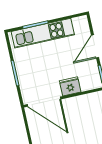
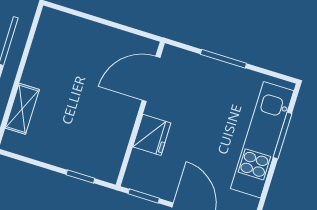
door: (44, 102) -> (151, 79), width x0.73

